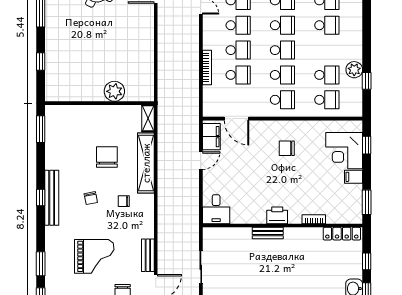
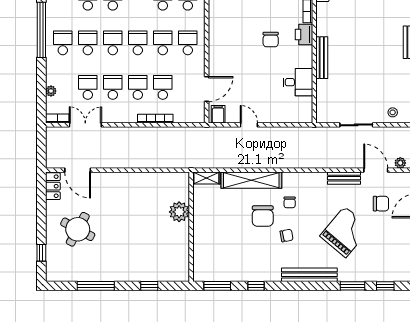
filing cabinet: (211, 137) -> (218, 114), width x0.50
chair: (287, 148) -> (271, 40), moved
chair: (107, 157) -> (263, 216), moved, turned -90
window: (41, 197) -> (256, 286), moved
bench: (52, 198) -> (309, 275), moved
desk: (216, 209) -> (298, 82), moved
printer: (277, 215) -> (304, 34), moved
bench: (268, 233) -> (322, 58), width x1.36
grand piano: (94, 256) -> (345, 232), turned 40

